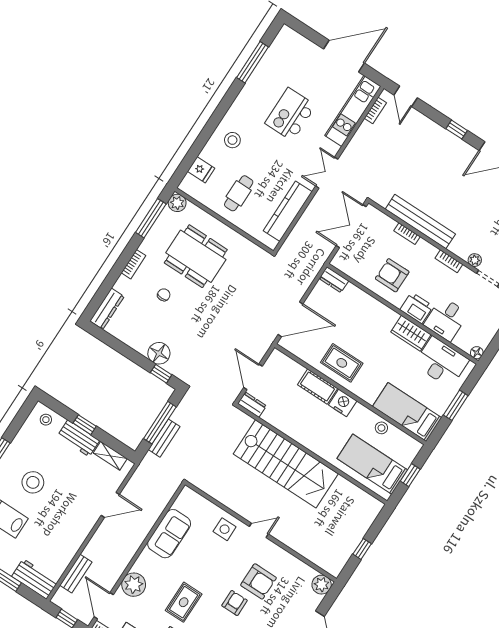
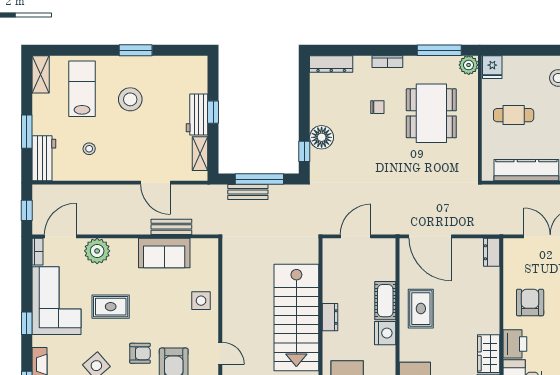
fridge: (201, 170) -> (492, 67), moved
dresser: (252, 405) -> (330, 317), moved
stool: (46, 420) -> (89, 149), moved
door: (259, 530) -> (220, 353), moved
bench: (76, 574) -> (171, 227), moved

